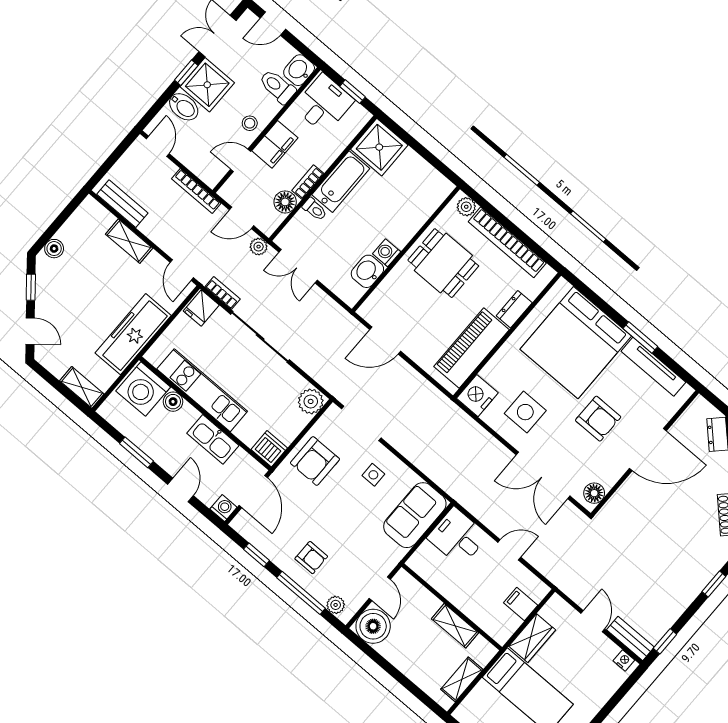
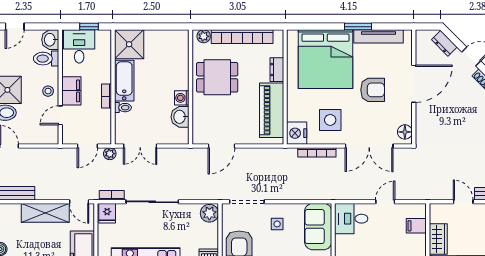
bookcase: (196, 191) -> (317, 152), moved
floor lamp: (285, 202) -> (104, 117), removed
shelving: (129, 241) -> (45, 213), width x1.50, depth x1.33

